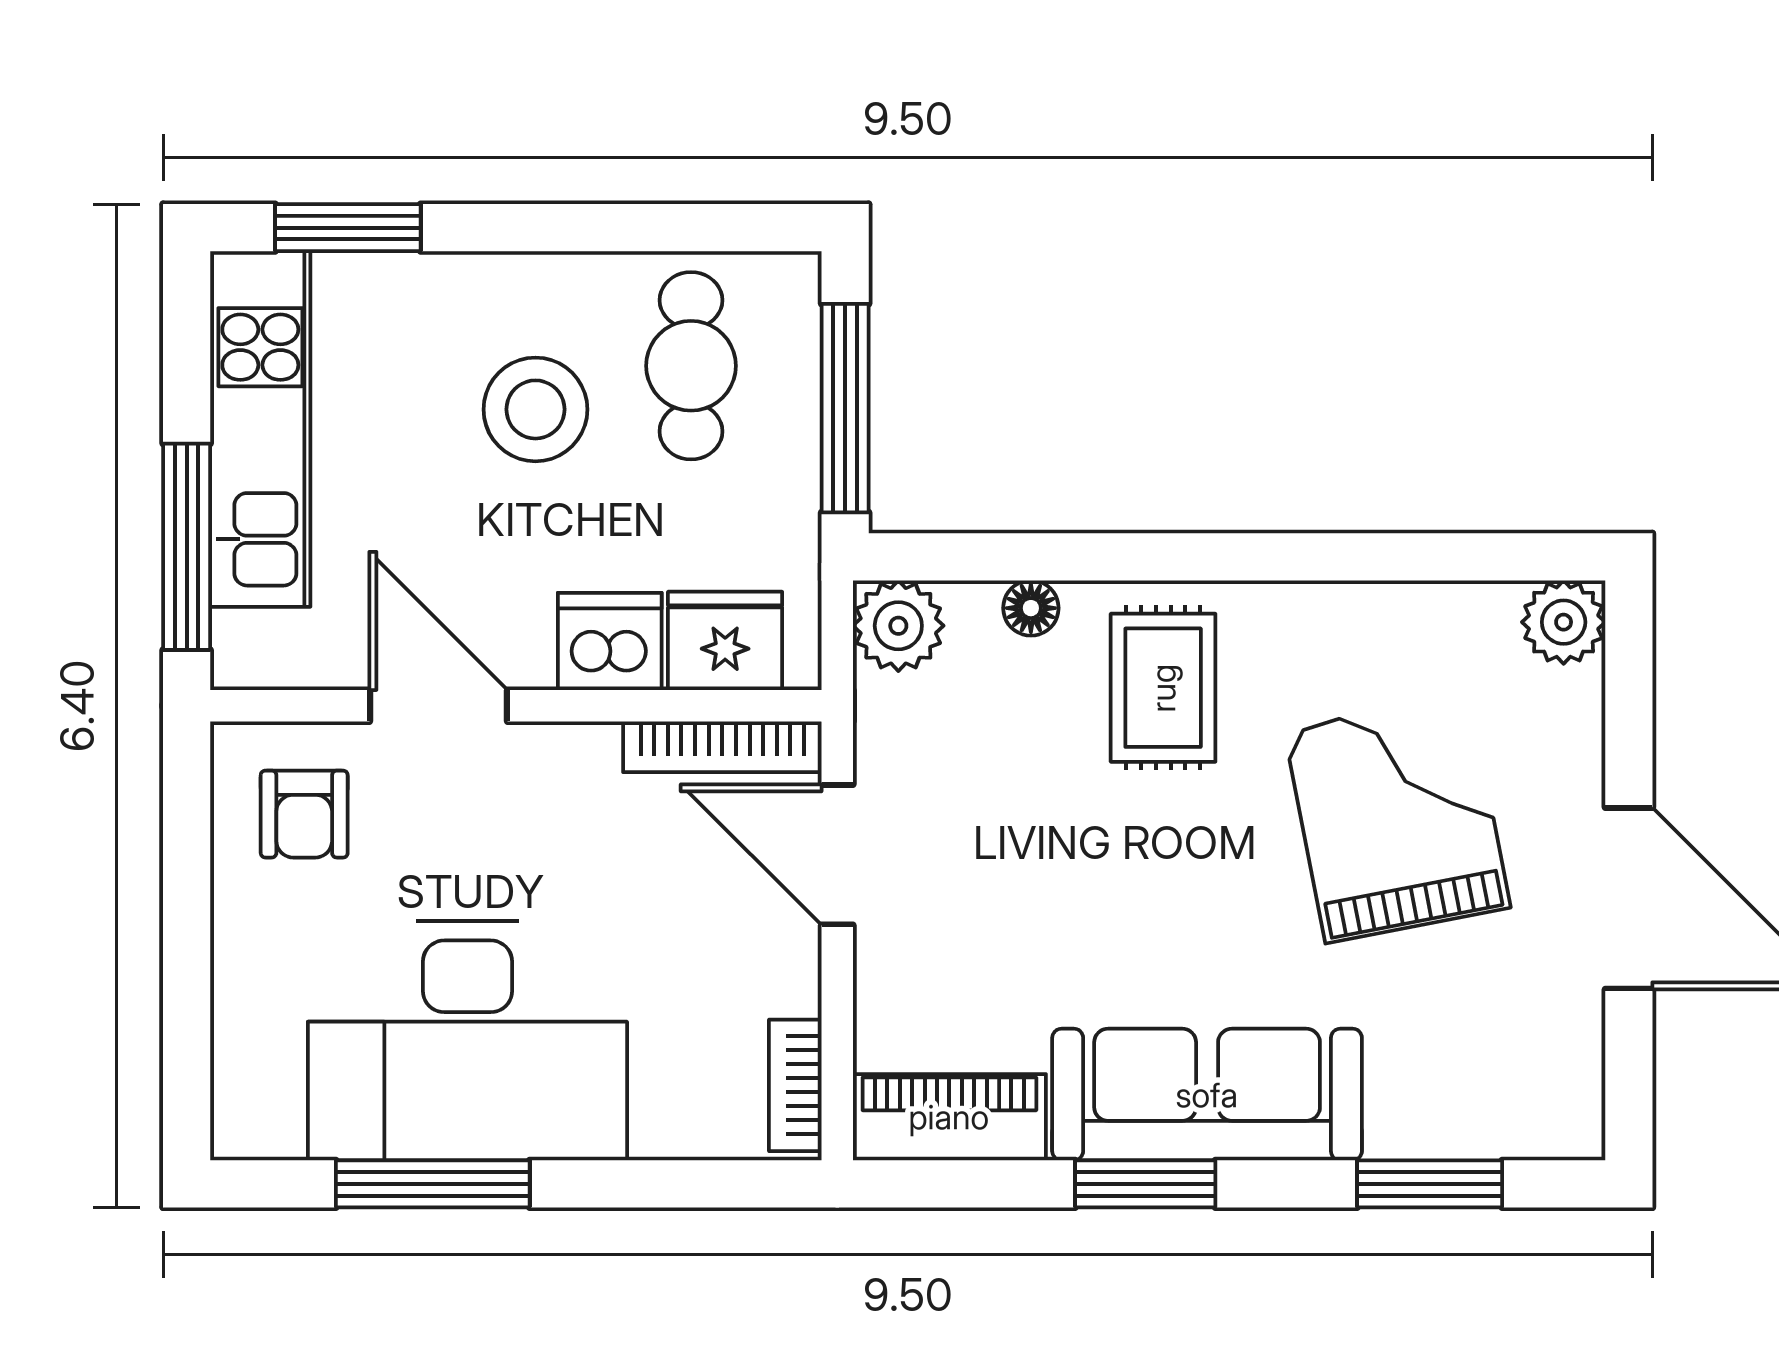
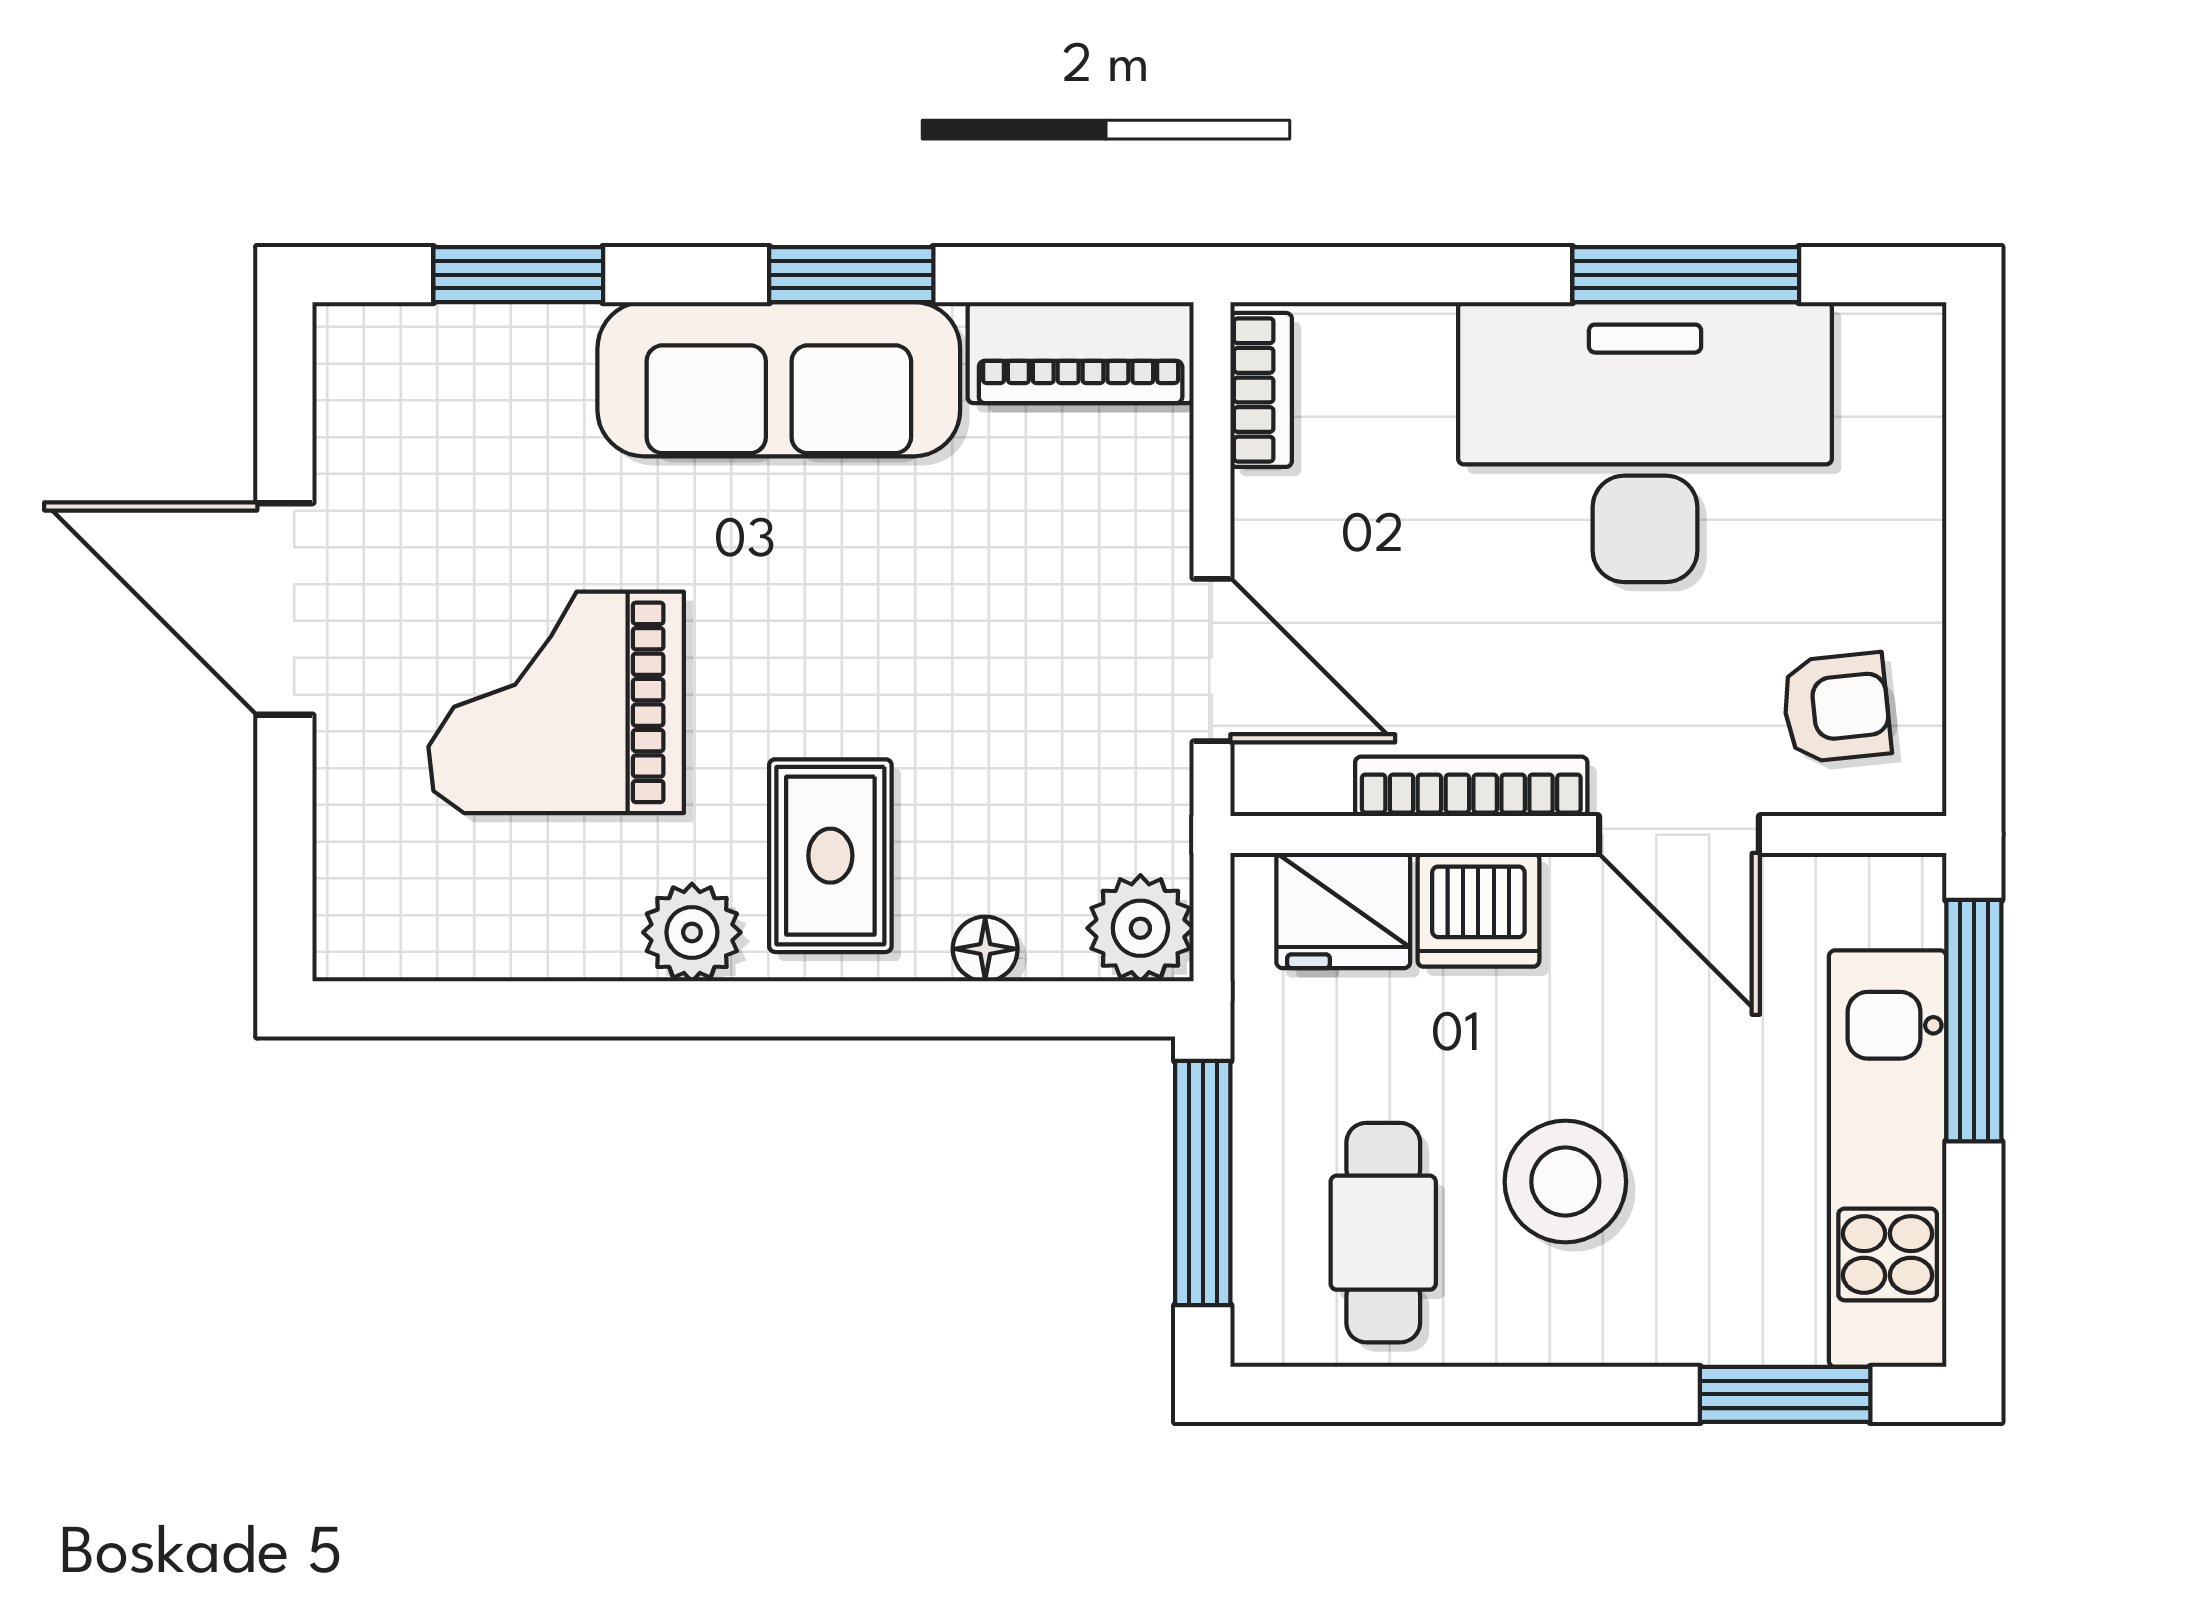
plant: (1564, 622) -> (692, 932), moved
bookcase: (722, 747) -> (1471, 786), moved
armchair: (304, 814) -> (1836, 708), turned 84
grand piano: (1397, 819) -> (556, 702), turned 101

